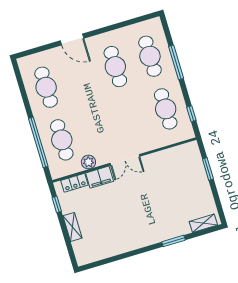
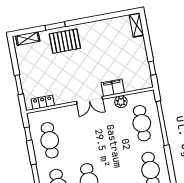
double door: (125, 160) -> (89, 100), swing flipped
locker: (74, 183) -> (43, 102), moved
pallet: (160, 225) -> (65, 41), added
shelving: (72, 227) -> (137, 25), moved

